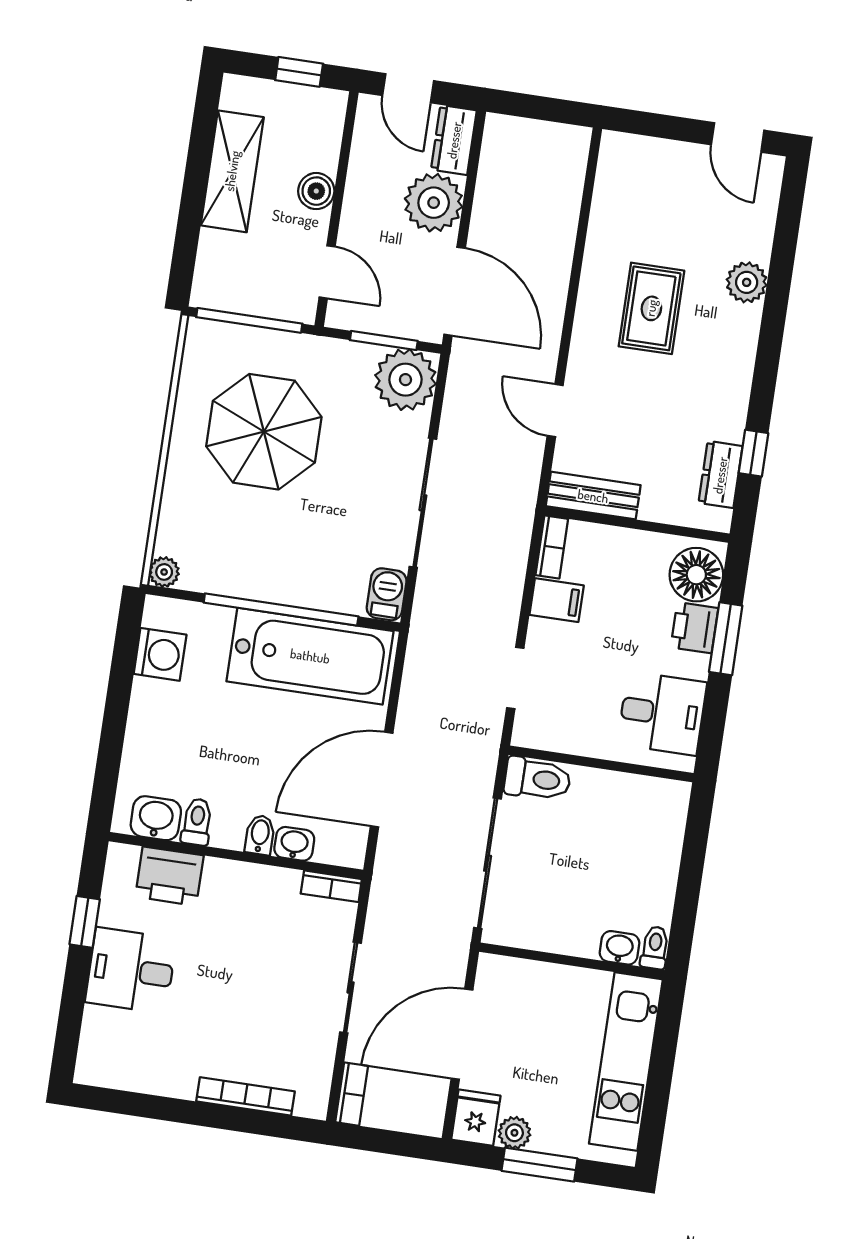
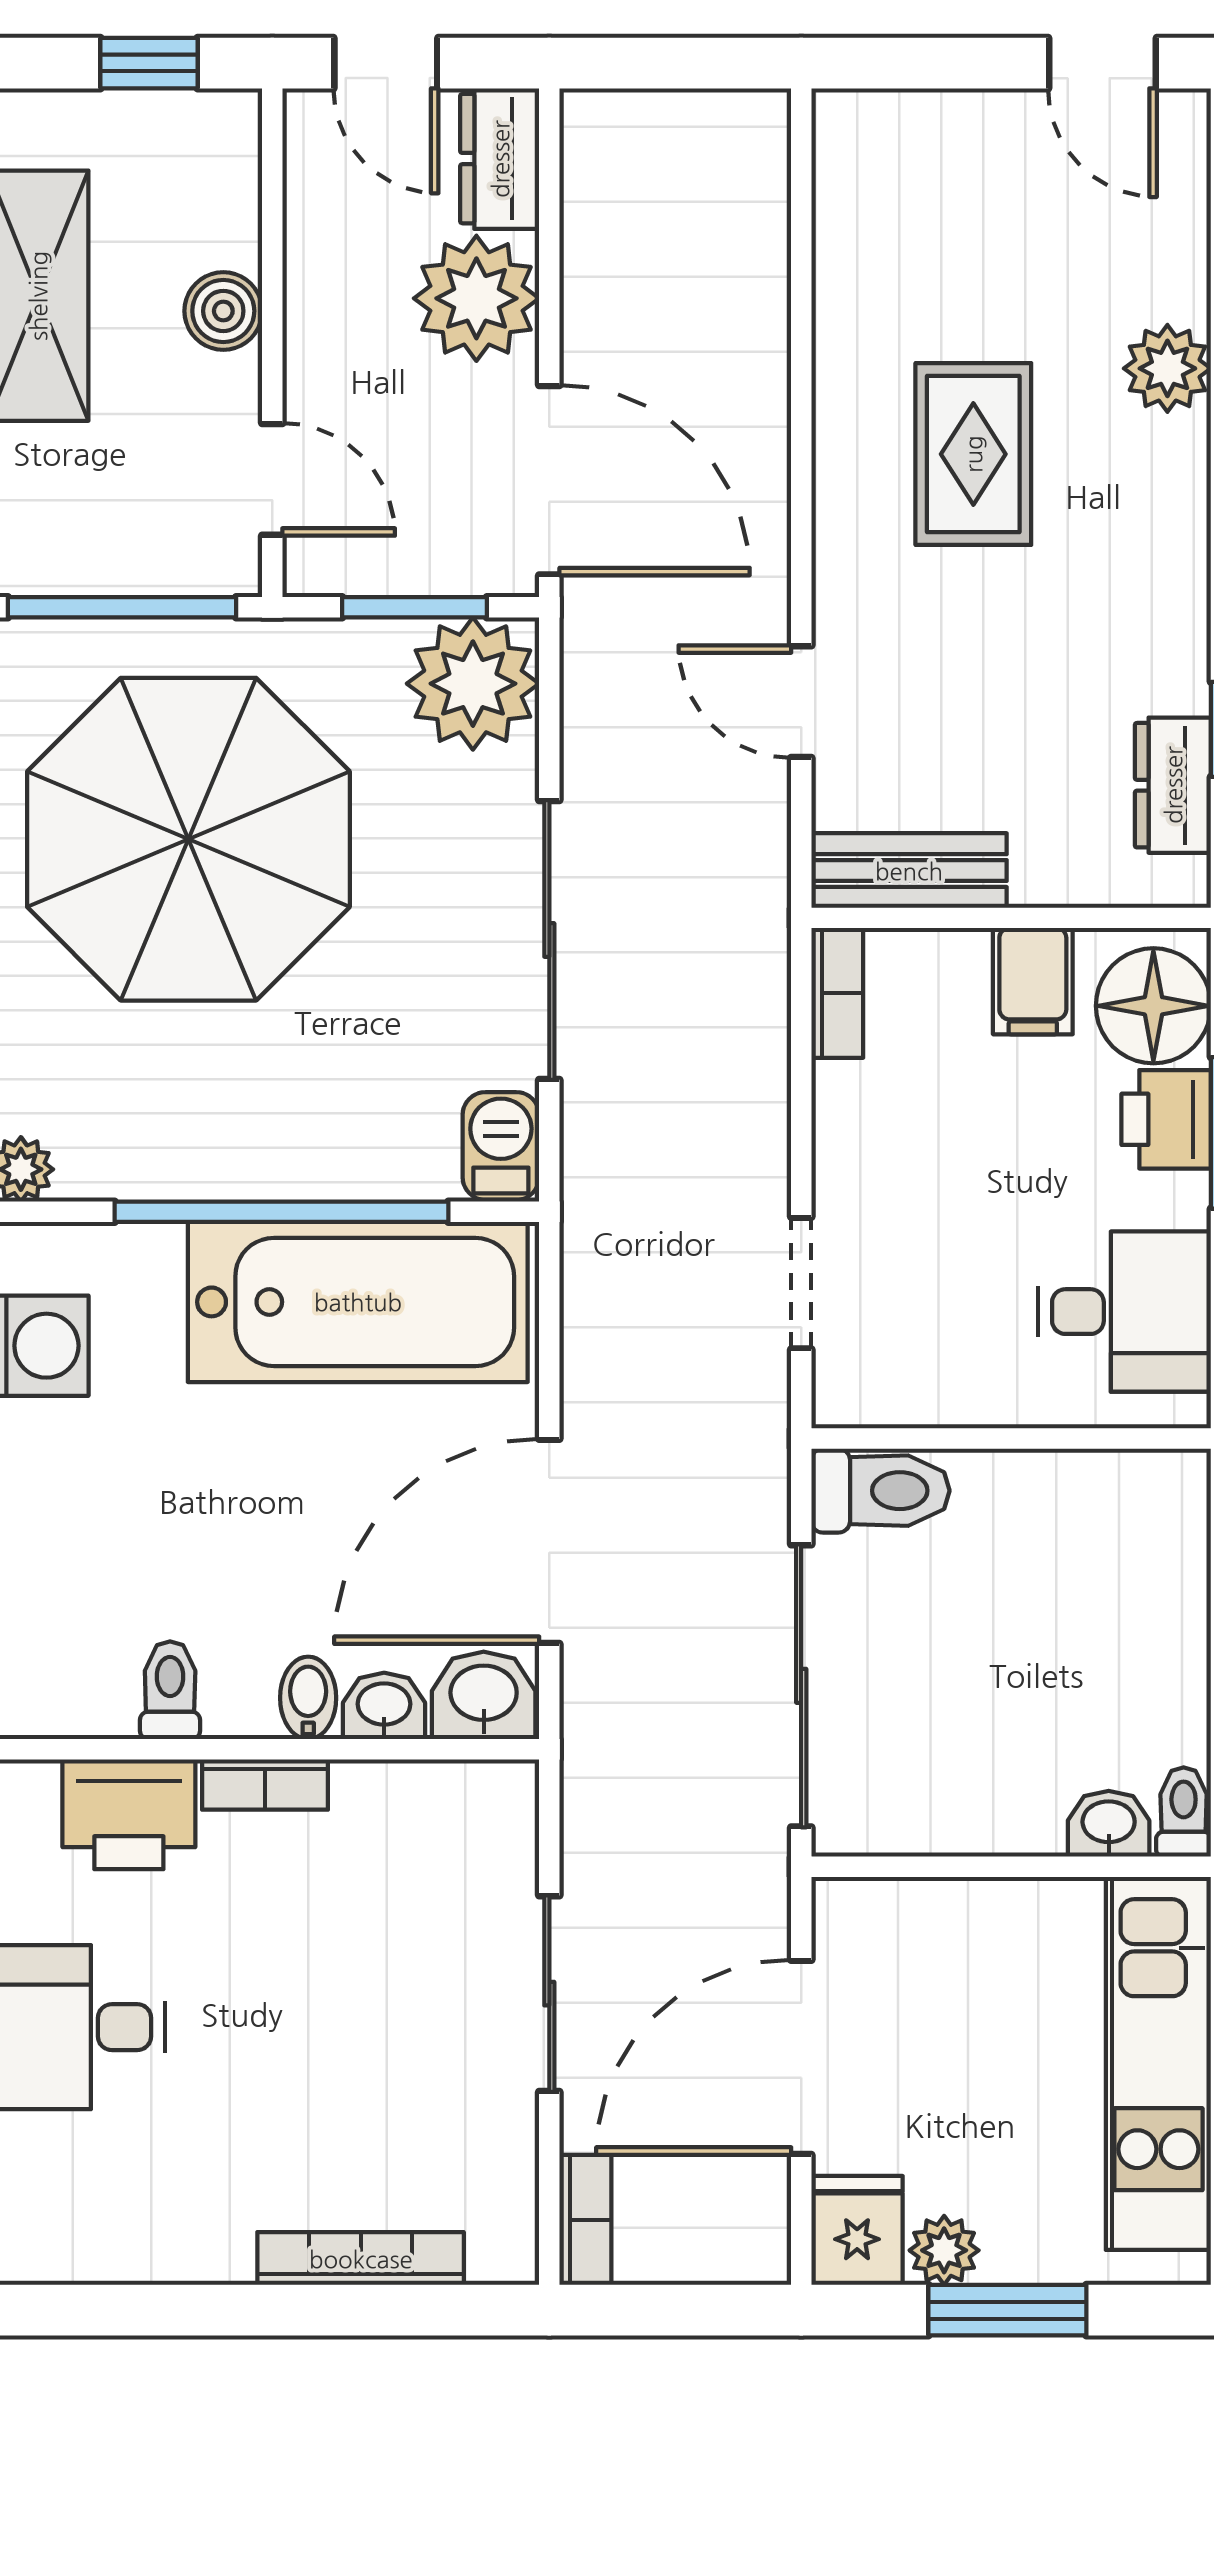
parasol: (264, 432) -> (188, 839), width x1.36, depth x1.36
filing cabinet: (557, 600) -> (1033, 981), moved, turned 90
washbasin: (156, 818) -> (484, 1695), moved
bookcase: (331, 886) -> (265, 1784), moved

